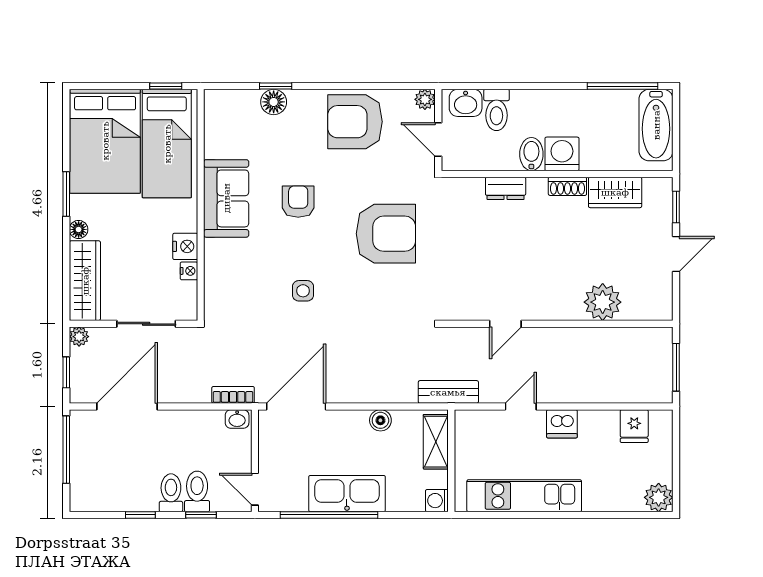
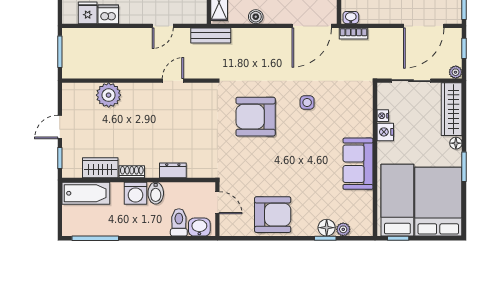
plant: (425, 99) -> (343, 229), moved
bathtub: (656, 125) -> (86, 193), moved, turned 90
armchair: (298, 202) -> (310, 162), removed
armchair: (386, 234) -> (256, 117), moved
dishwasher: (562, 424) -> (108, 14), moved

